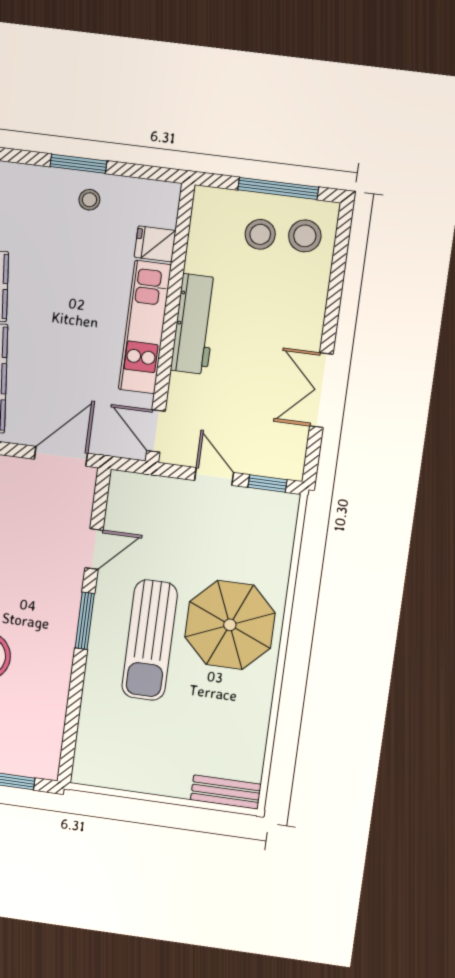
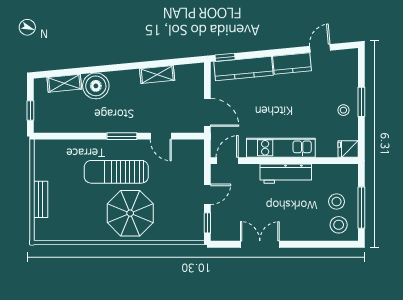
fridge: (155, 244) -> (348, 149), moved, turned -90
bench: (226, 792) -> (41, 199), moved

